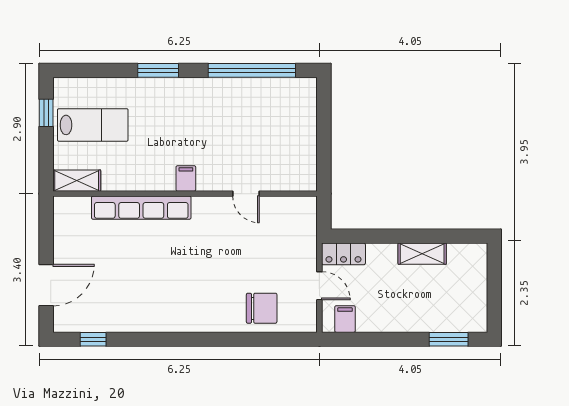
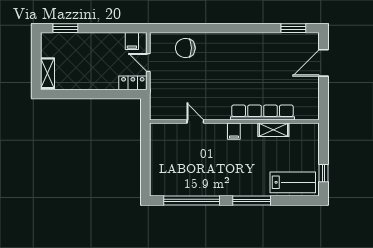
window: (158, 70) -> (252, 200), width x1.44
lab bench: (93, 125) -> (293, 182), moved, turned 180
shelving: (77, 181) -> (273, 130), moved
shelving: (422, 254) -> (47, 73), moved, turned 90
window: (93, 339) -> (293, 28), width x1.50

